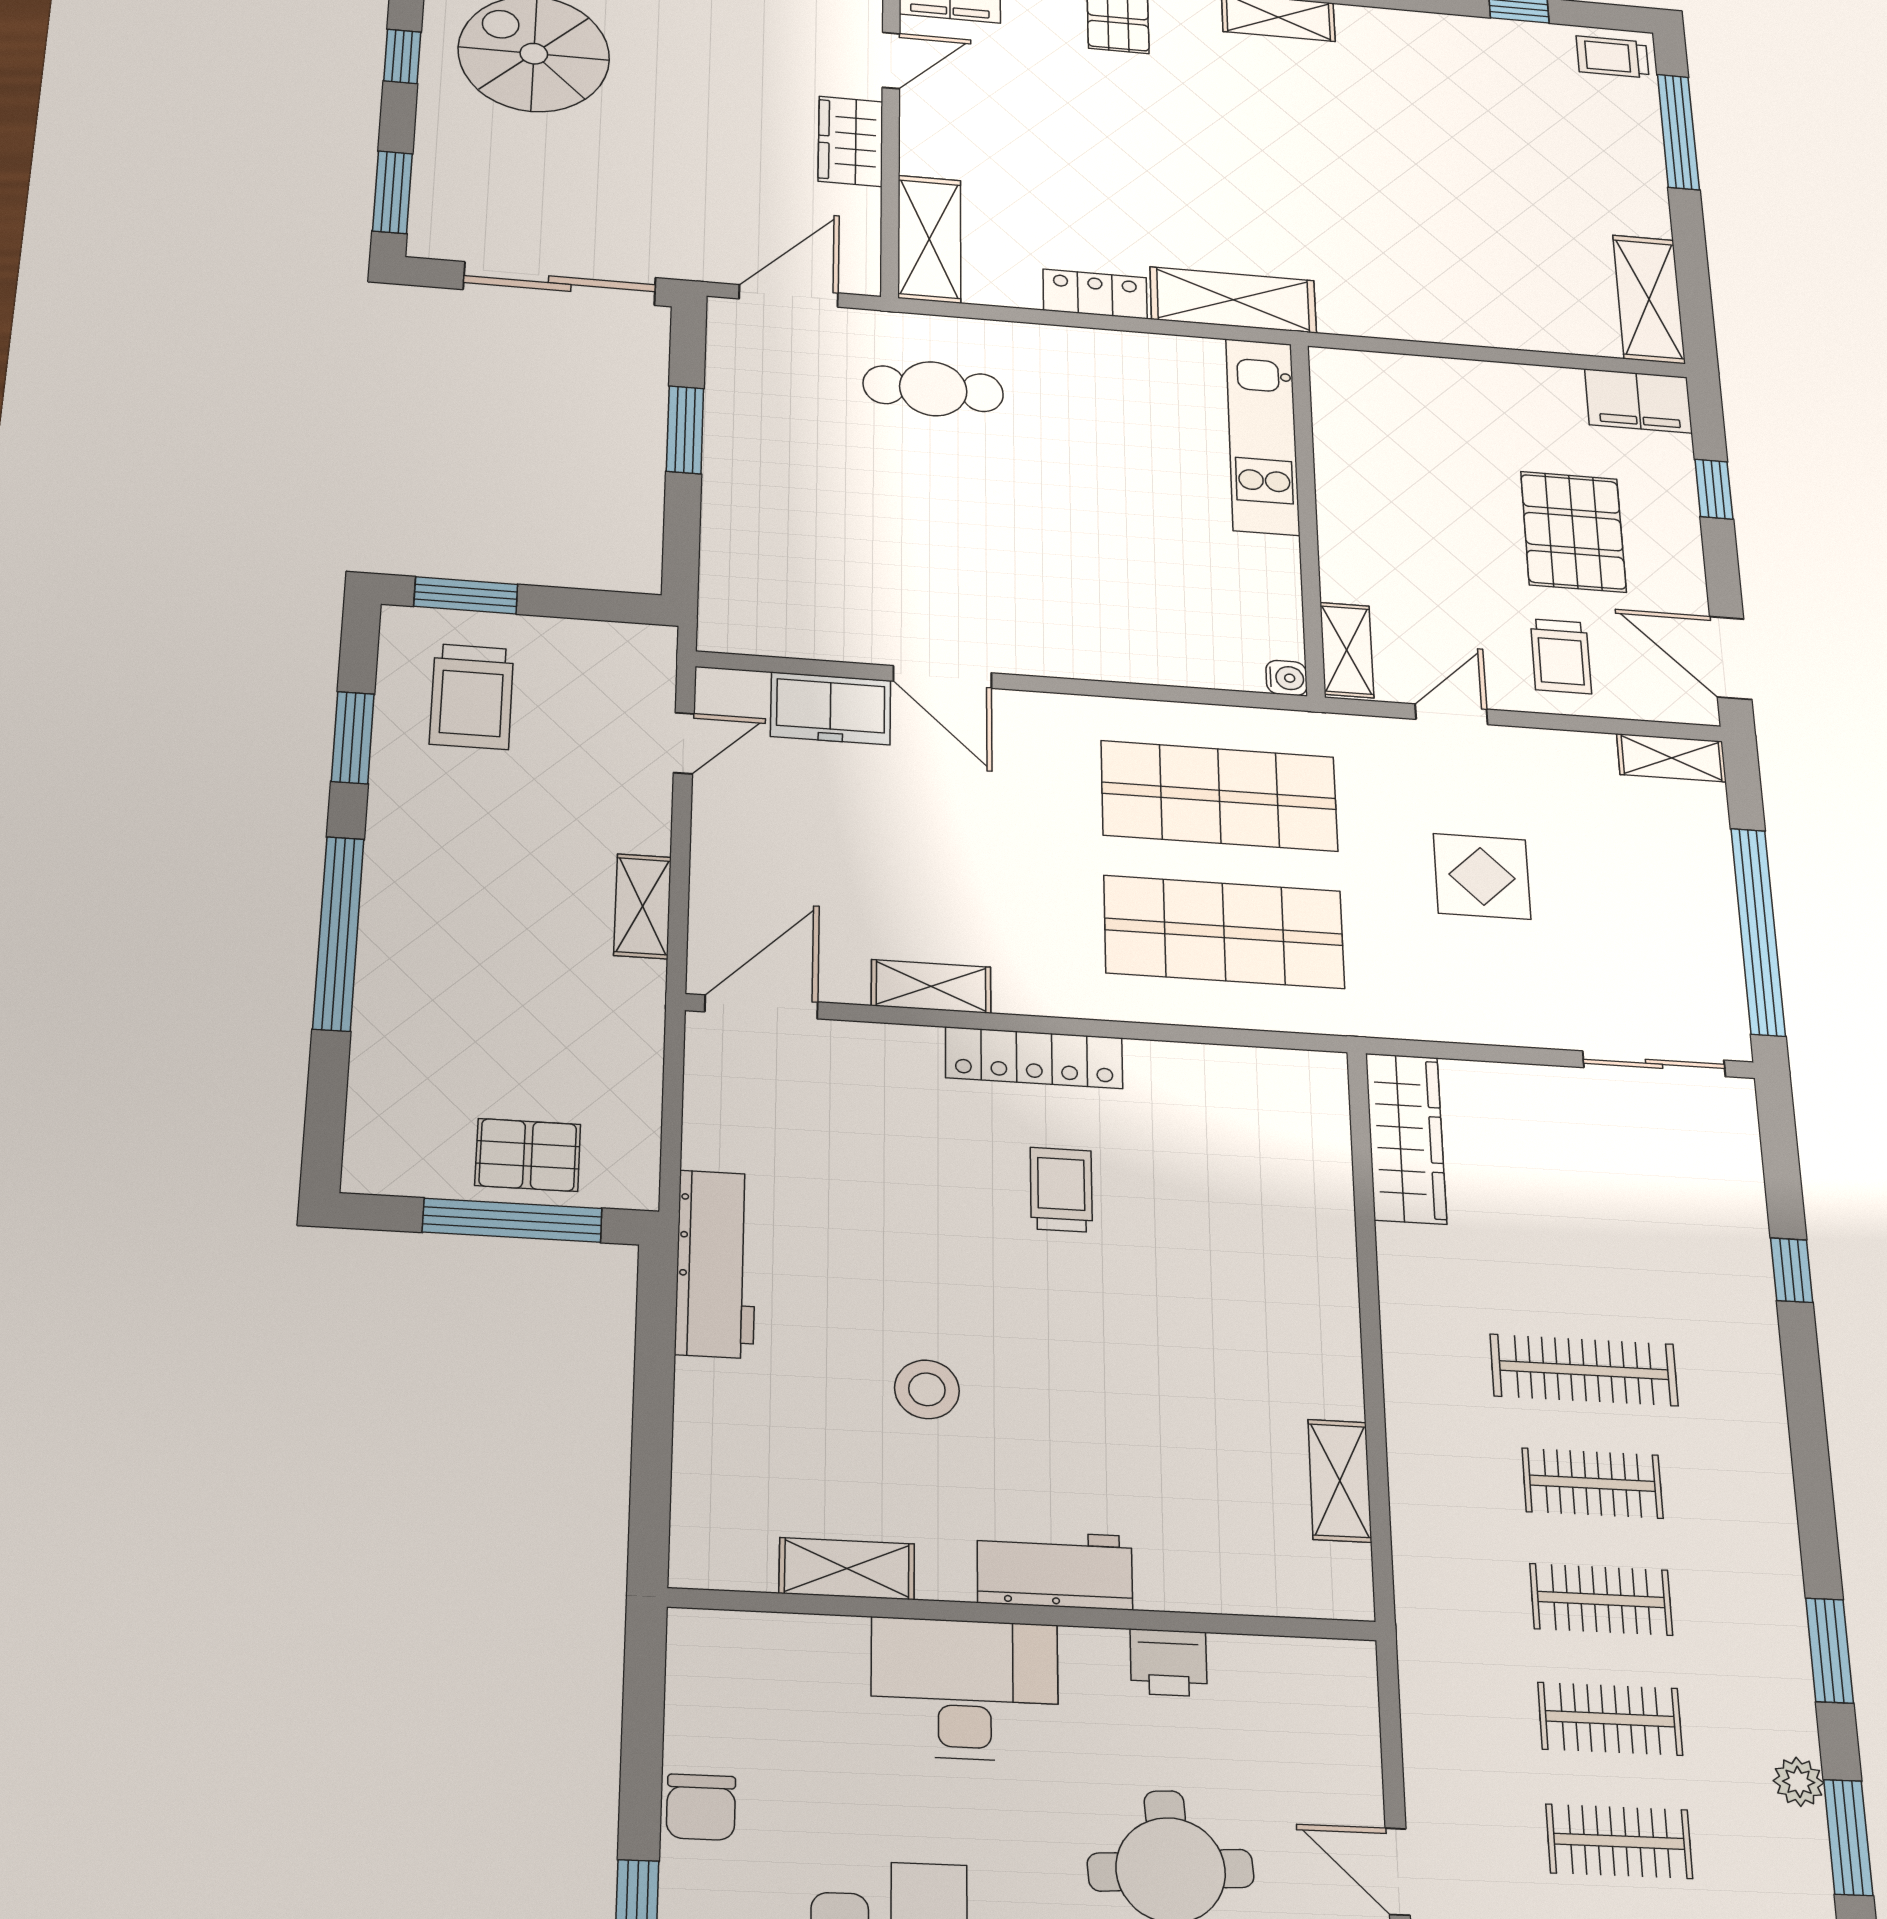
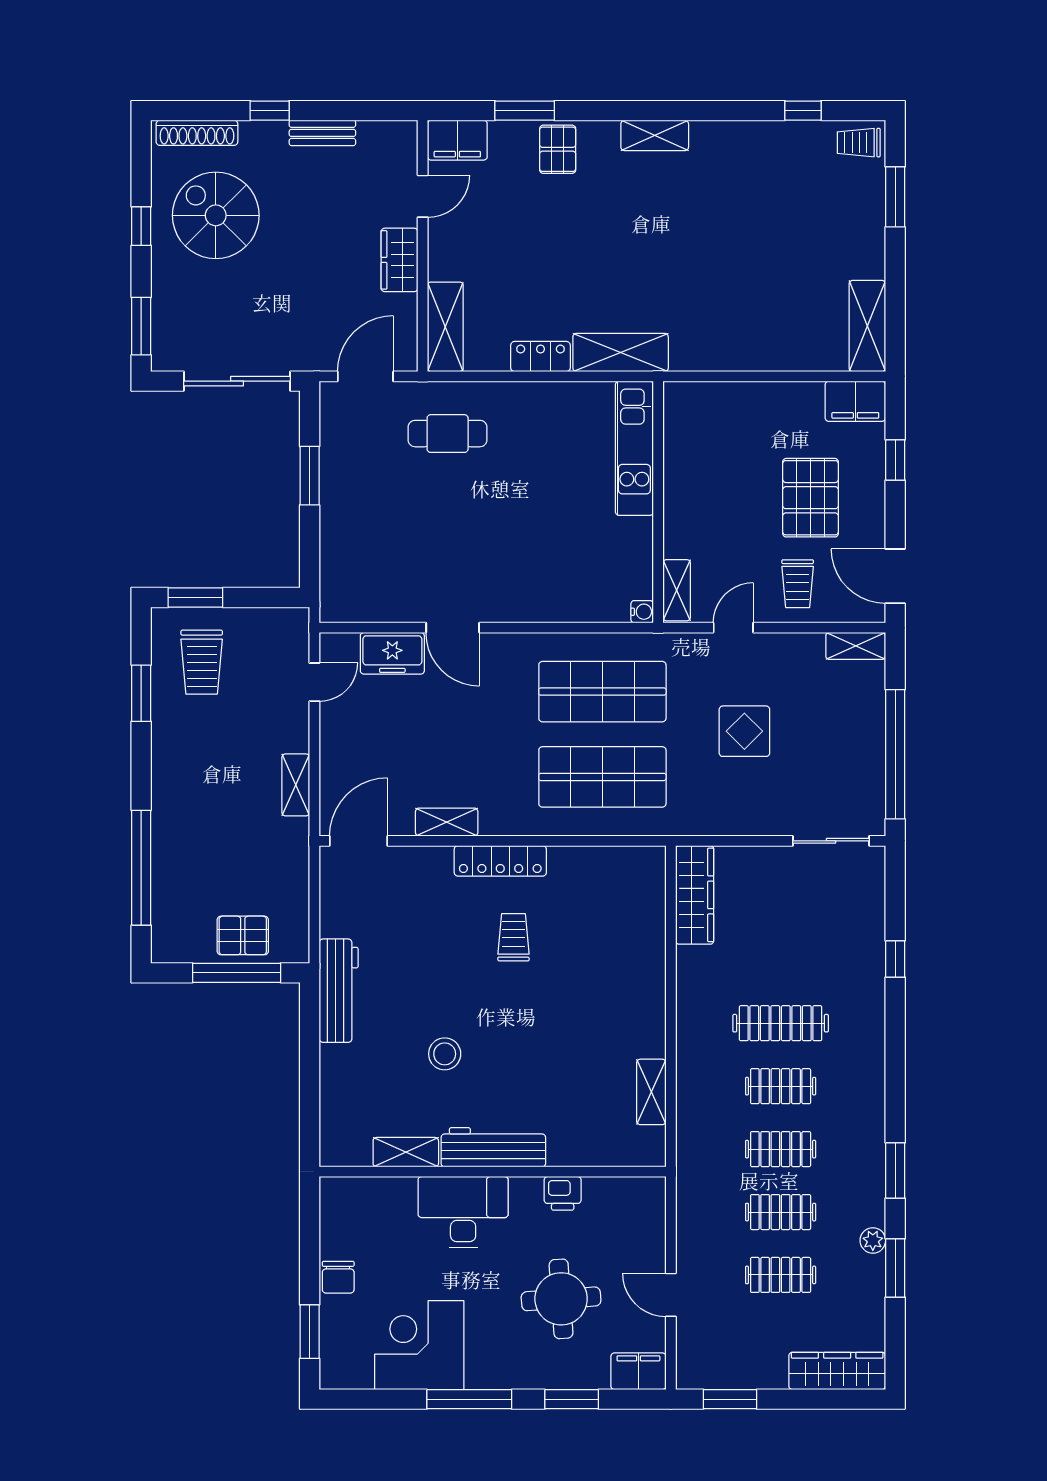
window: (1678, 132) -> (895, 197), width x0.69
window: (339, 933) -> (141, 868), moved
workbench: (1055, 1569) -> (493, 1147), width x1.38

